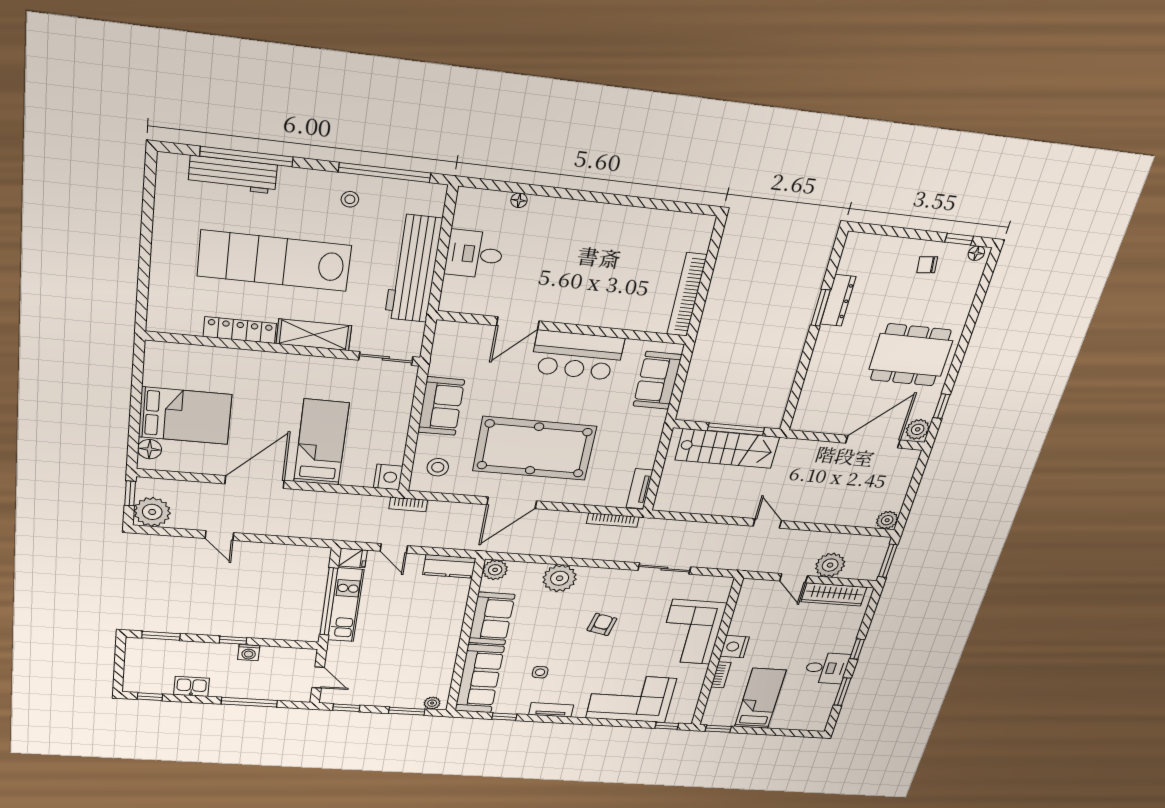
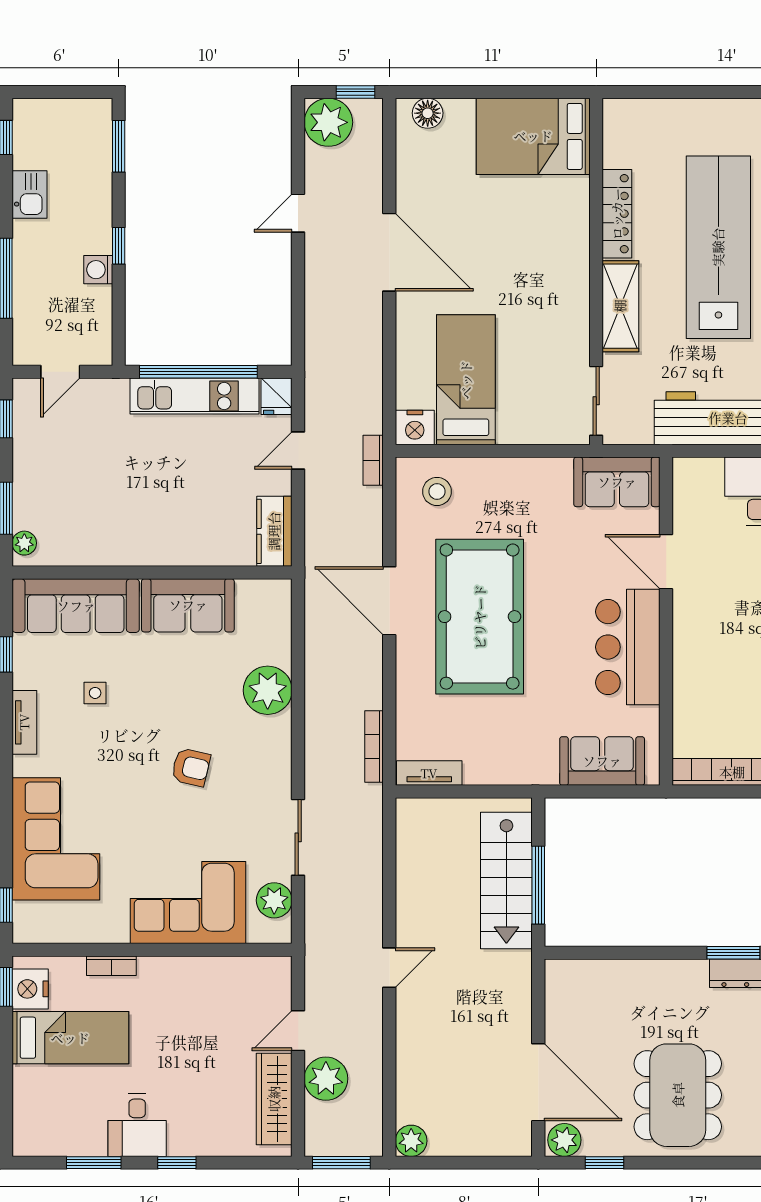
sofa: (441, 406) -> (617, 482), moved
bed: (185, 416) -> (533, 136), moved, turned 90
bed: (321, 442) -> (466, 380), moved, turned -90
plant: (495, 570) -> (274, 900), moved
nightstand: (735, 647) -> (30, 989), moved, turned -90

